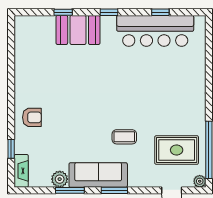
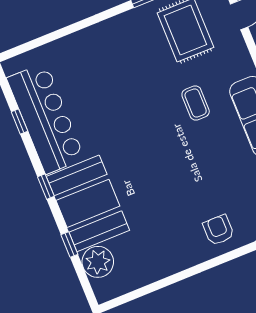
plant: (43, 27) -> (98, 262), added
booth: (78, 30) -> (88, 203), width x1.36, depth x1.42

